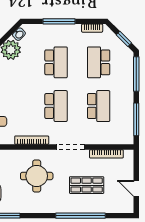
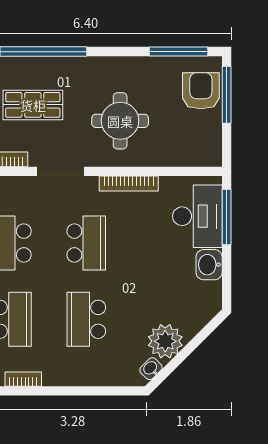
window: (59, 21) -> (81, 391), removed
school desk: (56, 106) -> (86, 243), turned 180

